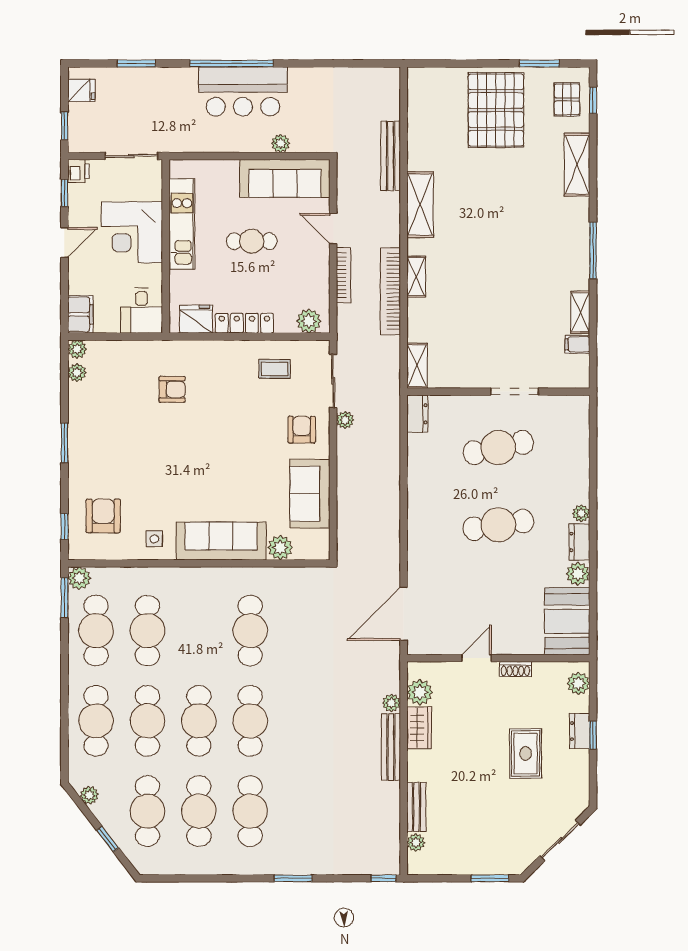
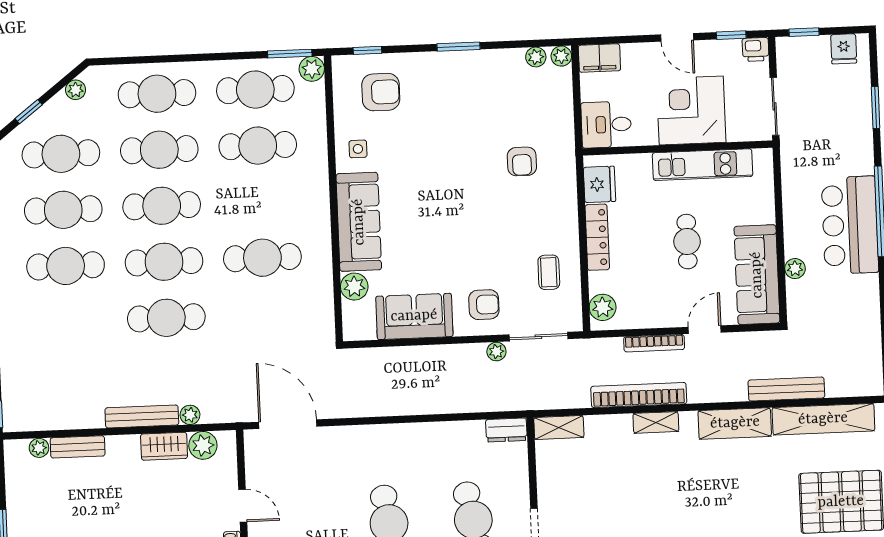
shelving: (420, 123) -> (823, 419), added
cafe table: (302, 721) -> (166, 318), added

